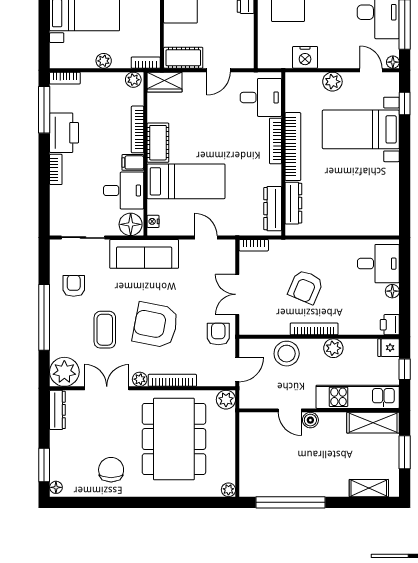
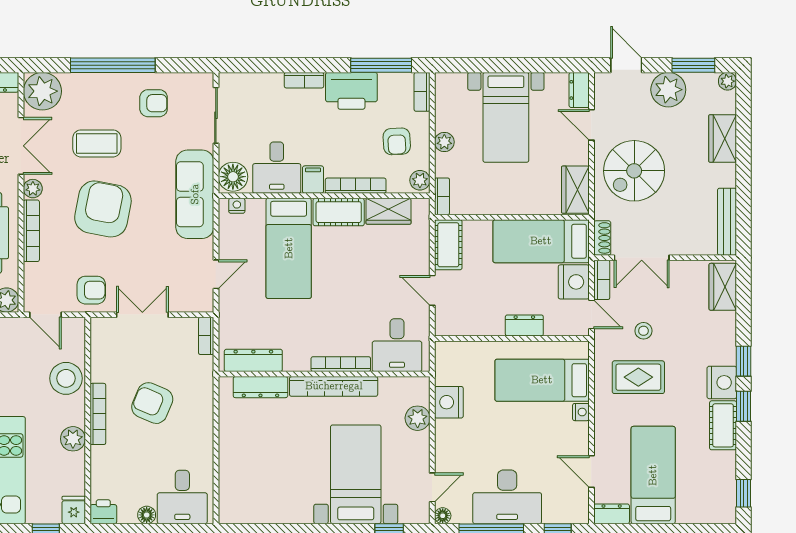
wardrobe: (165, 82) -> (388, 211), moved, turned -90
plant: (332, 82) -> (418, 418), moved
armchair: (103, 98) -> (397, 141), added

